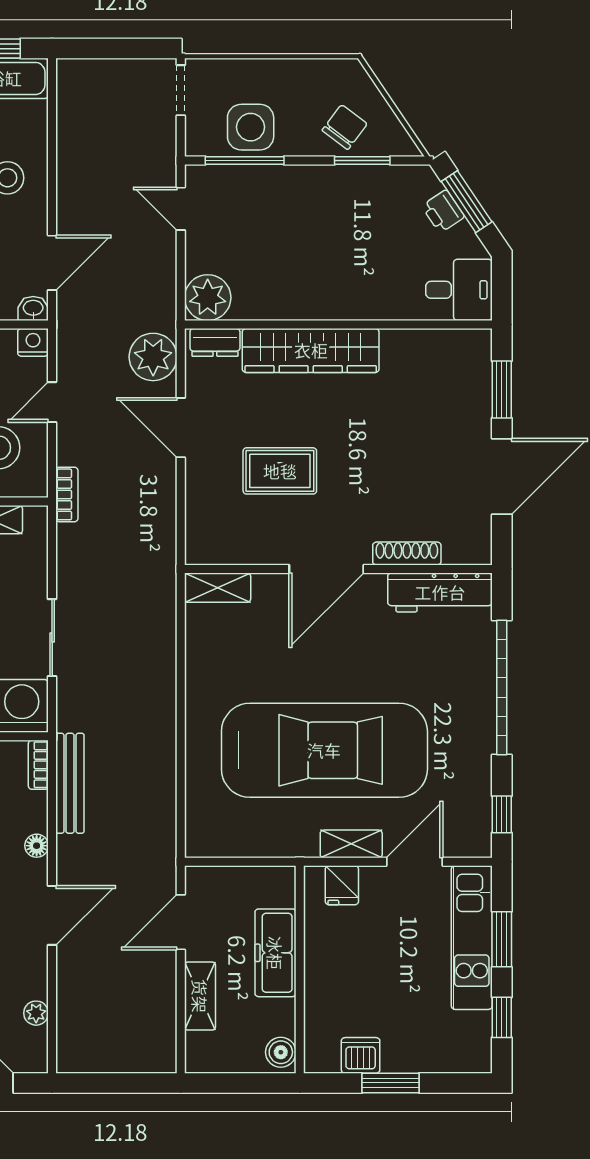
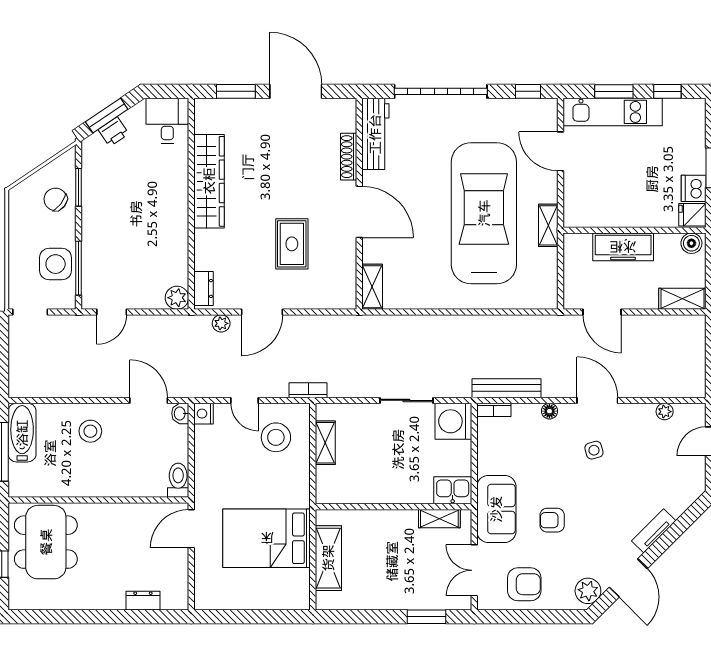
plant: (208, 298) -> (177, 298), width x0.73, depth x0.73
wardrobe: (311, 350) -> (209, 181), moved
plant: (153, 357) -> (221, 323), width x0.53, depth x0.53
shelving: (351, 844) -> (548, 225), moved
fridge: (342, 885) -> (692, 215), moved, turned 180
shelving: (200, 996) -> (682, 299), moved

